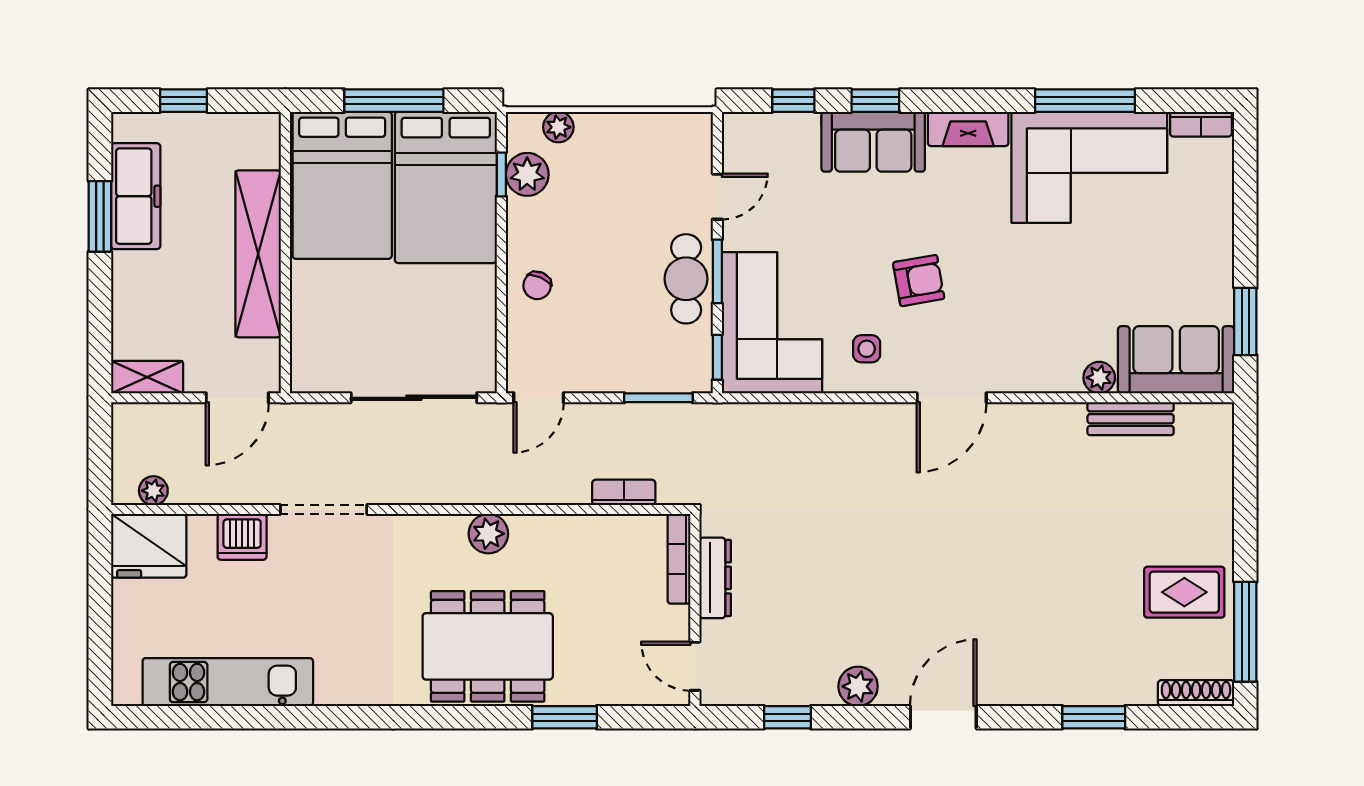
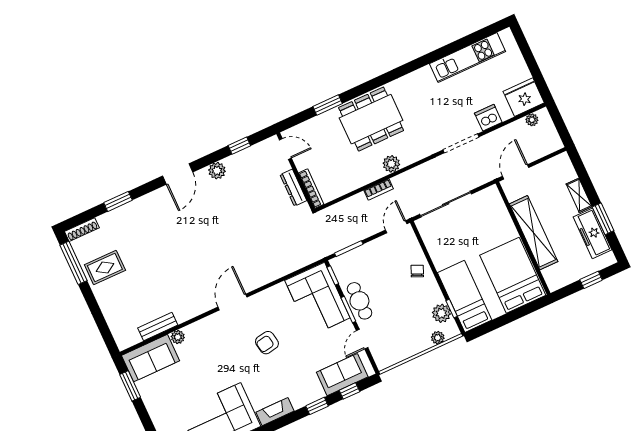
window: (394, 101) -> (508, 318), removed
sofa: (873, 142) -> (342, 375), moved
bed: (446, 187) -> (465, 296), width x0.67
side table: (867, 349) -> (275, 306), removed
shelving: (147, 377) -> (579, 195), moved, turned 90
bookcase: (624, 492) -> (379, 190), moved

